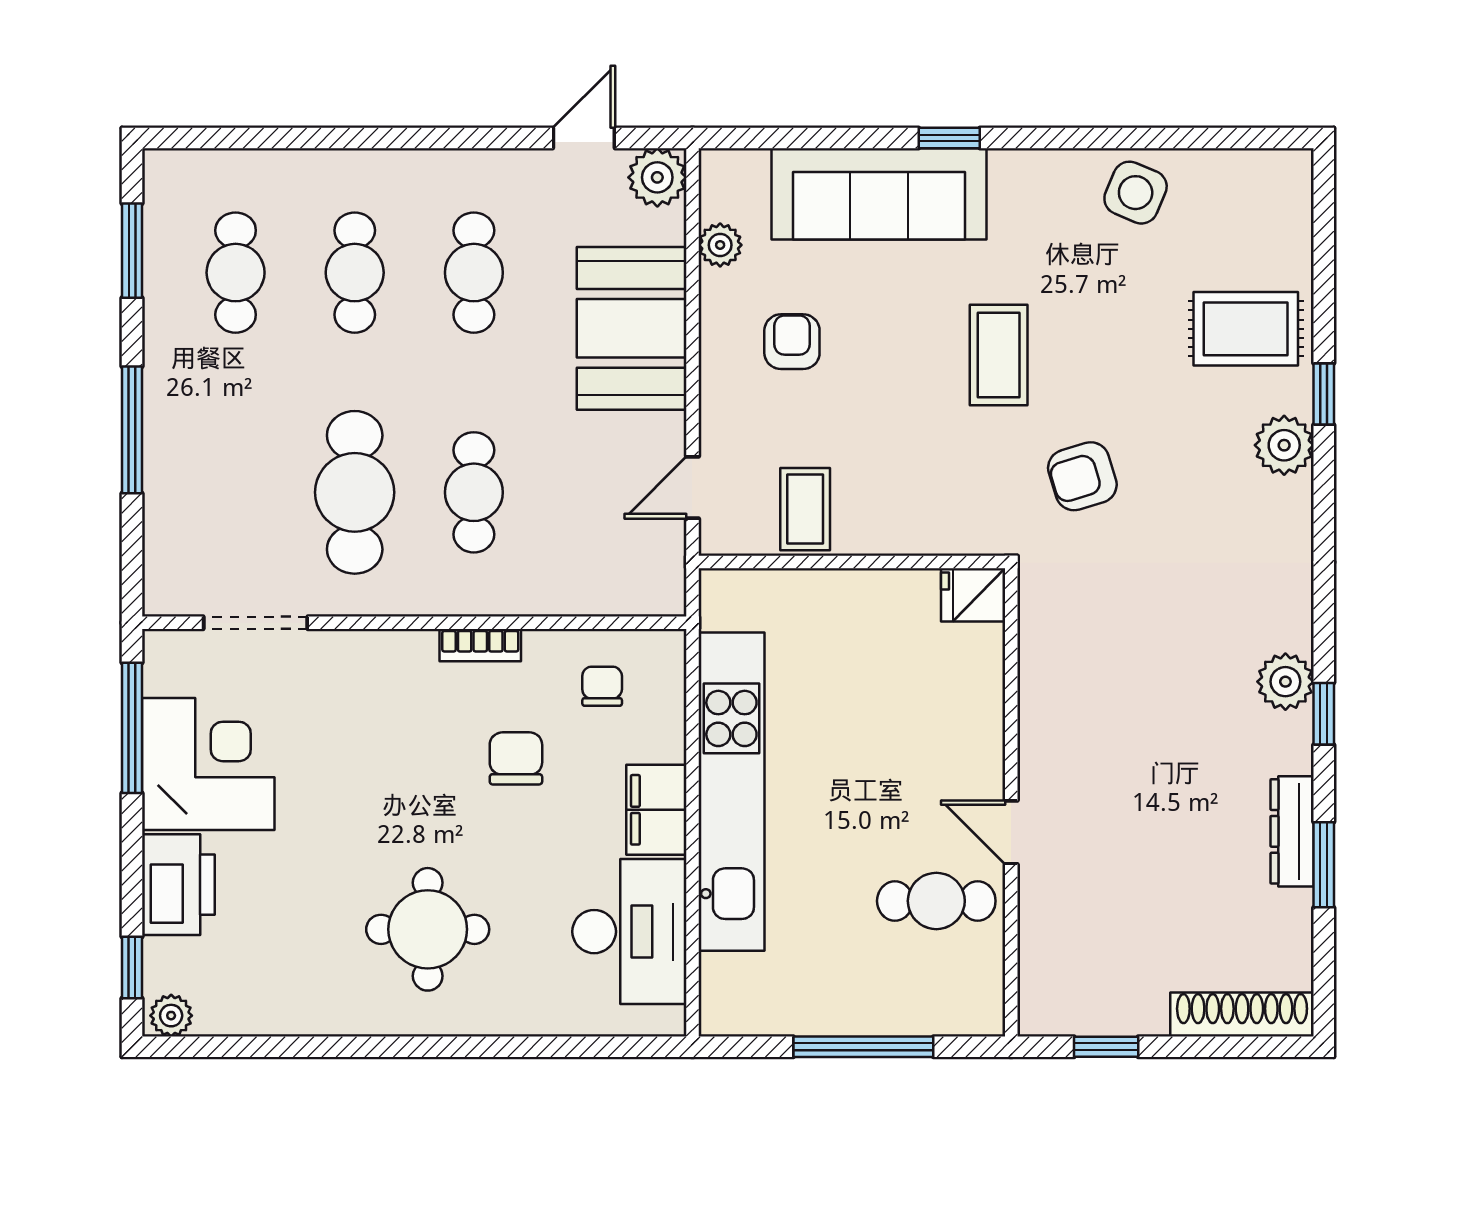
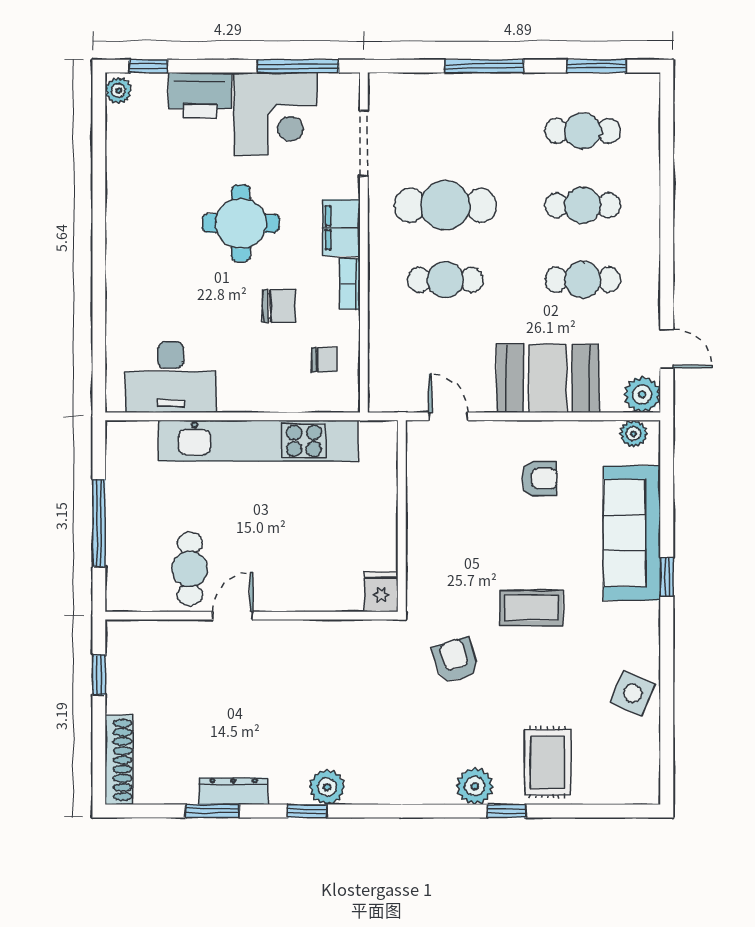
plant: (720, 245) -> (633, 434), moved
coffee table: (805, 509) -> (435, 487), removed
filing cabinet: (656, 810) -> (341, 228), moved, turned -90
round table: (428, 929) -> (241, 223), moved

